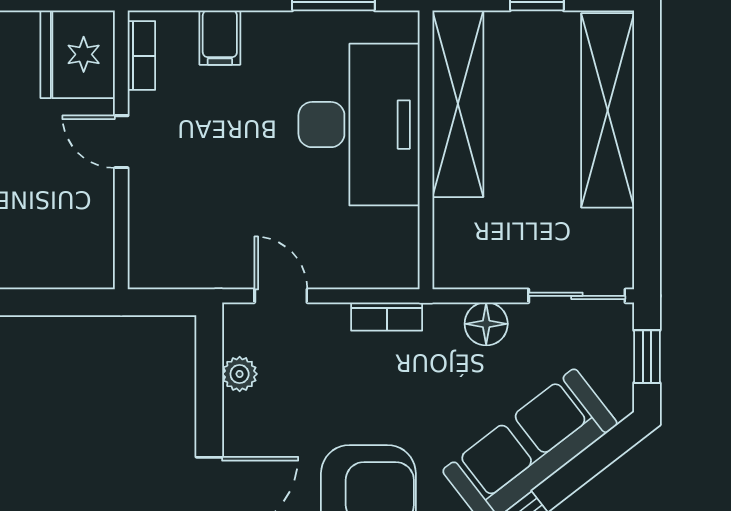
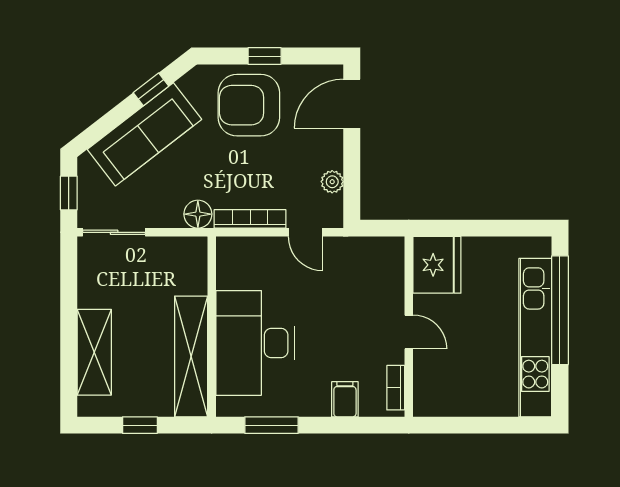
fridge: (78, 54) -> (437, 265), moved
shelving: (608, 110) -> (94, 352), width x0.68
bookcase: (387, 316) -> (250, 219), width x1.56
floor lamp: (486, 324) -> (198, 214), moved

